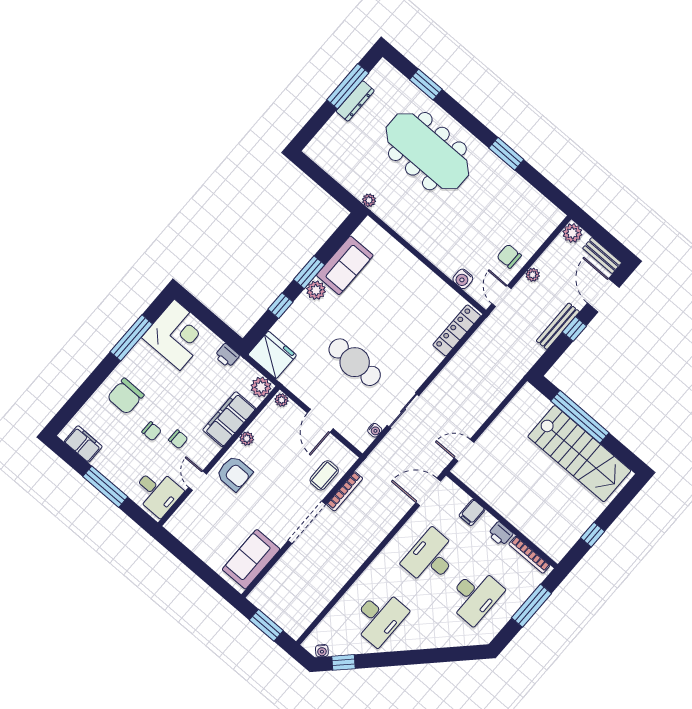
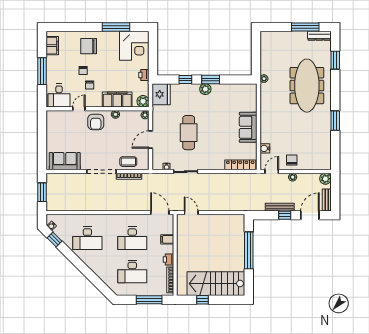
dresser: (355, 101) -> (319, 36), moved
sofa: (345, 265) -> (248, 127), moved, turned 90
stairs: (579, 454) -> (216, 284), moved, turned 90
desk: (431, 558) -> (132, 238), turned 180

